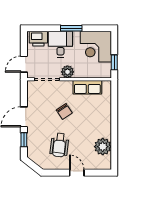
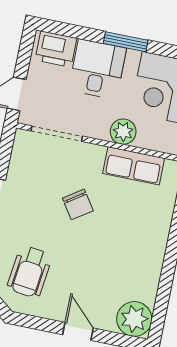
plant: (67, 72) -> (123, 132), moved
wheelchair: (59, 145) -> (30, 272), moved
plant: (103, 147) -> (134, 319), moved

